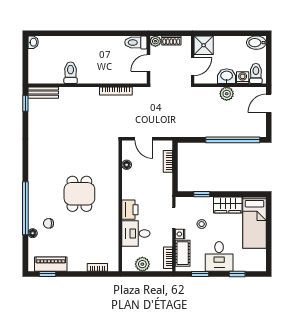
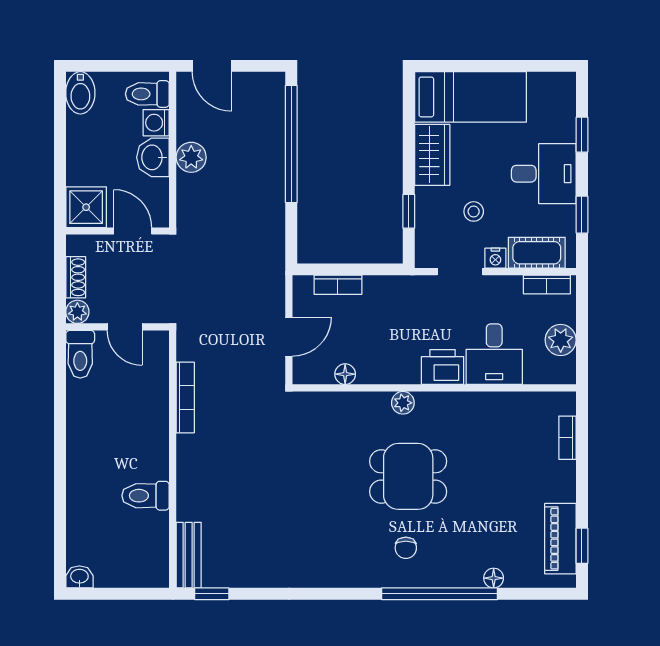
plant: (113, 191) -> (403, 403), added
chair: (48, 223) -> (406, 548), moved

